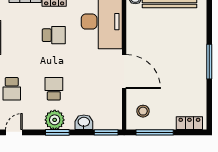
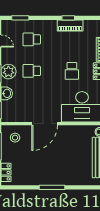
school desk: (54, 89) -> (32, 71), turned 180

